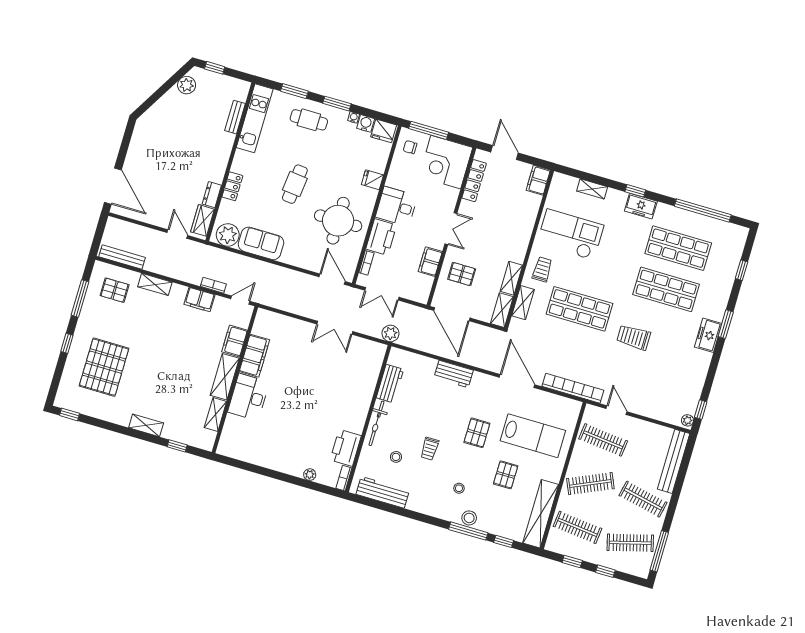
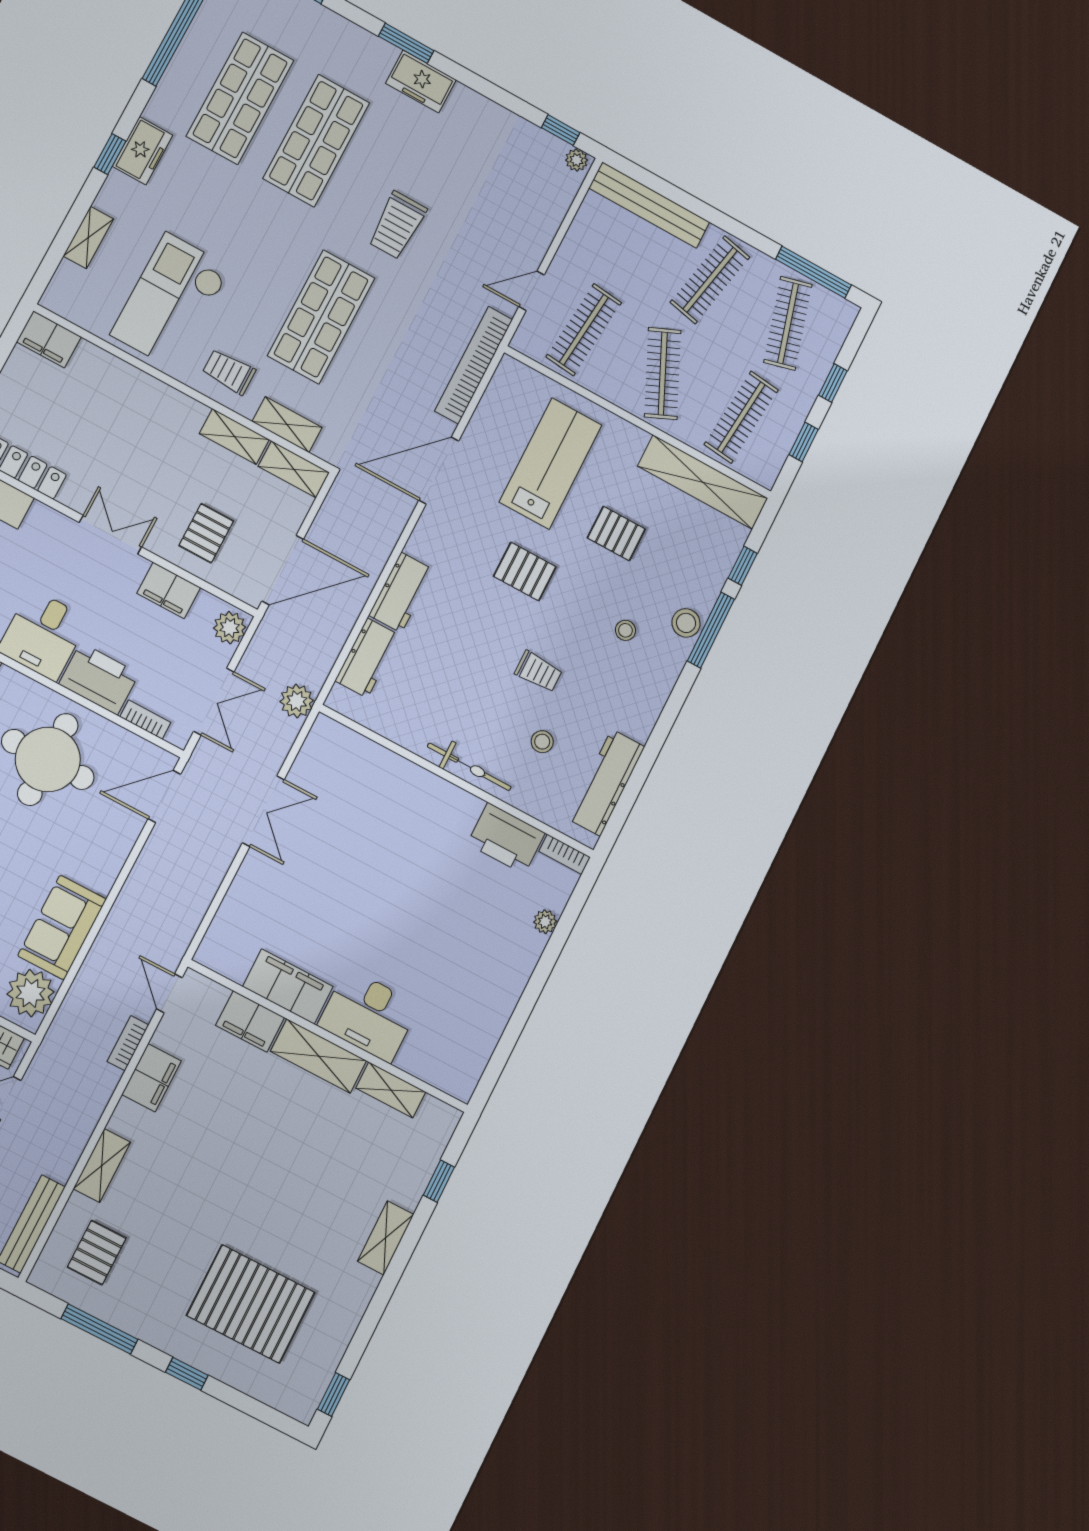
plant: (419, 294) -> (230, 628), added
workbench: (390, 384) -> (367, 658), moved, turned 90

